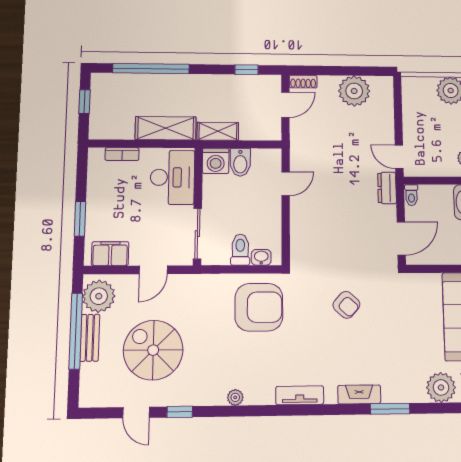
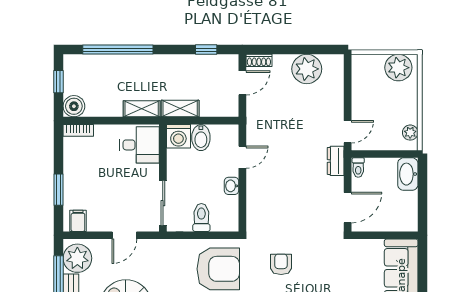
boiler: (101, 128) -> (74, 106), added
shelving: (166, 128) -> (142, 109), width x0.67, depth x0.75
bookcase: (122, 154) -> (78, 130), moved
door: (399, 157) -> (348, 132), swing flipped
desk: (172, 177) -> (140, 145), width x0.73
filing cabinet: (110, 254) -> (78, 221), width x0.50
washbasin: (261, 257) -> (232, 186), moved, turned -90
armchair: (346, 305) -> (281, 264), moved, turned -132

